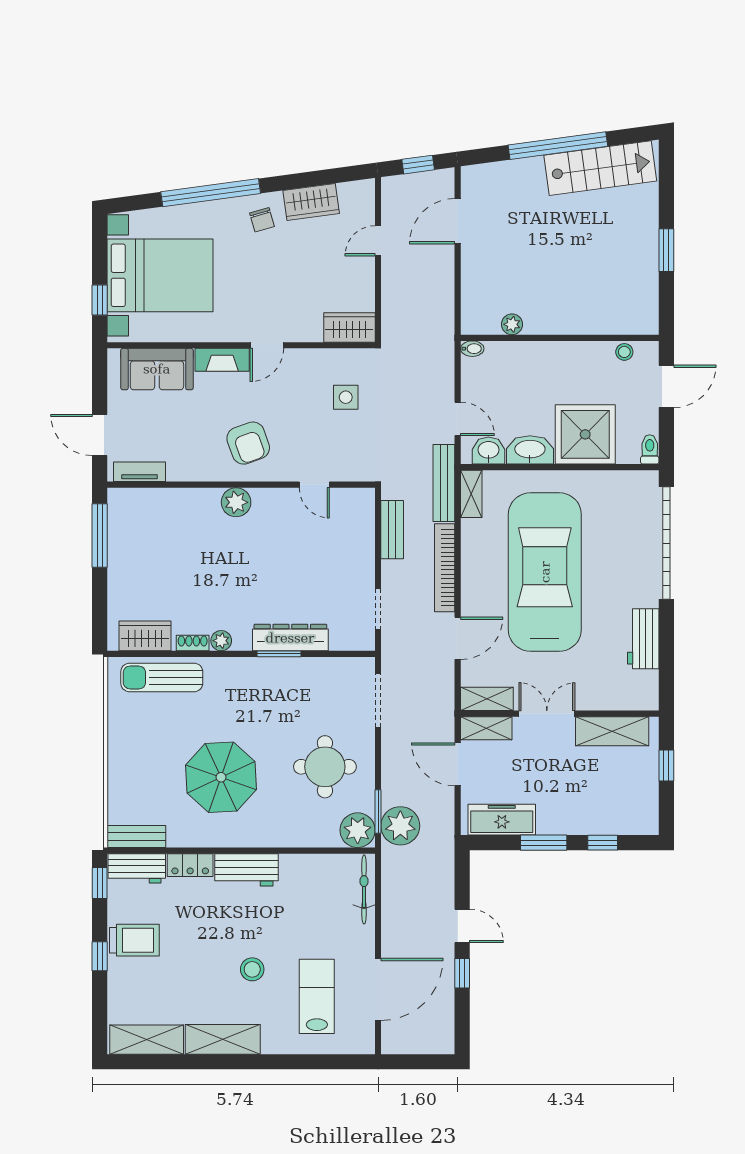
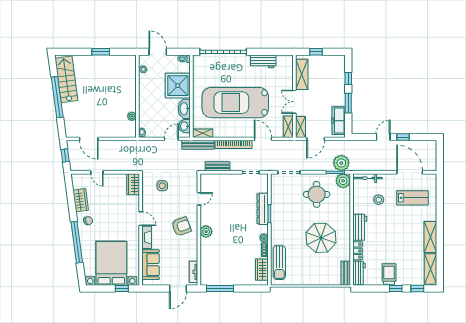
window: (100, 883) -> (417, 289), moved
stool: (252, 969) -> (379, 200), moved
lab bench: (317, 996) -> (413, 198), turned 180

